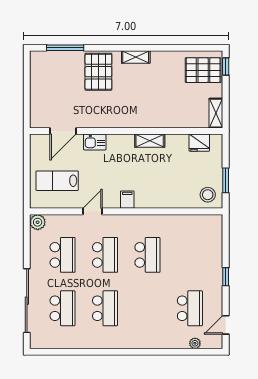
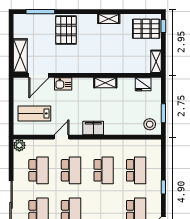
shelving: (136, 57) -> (109, 19), moved
shelving: (39, 106) -> (20, 56), added
filing cabinet: (127, 200) -> (93, 128), width x2.00
school desk: (190, 255) -> (136, 170), added

